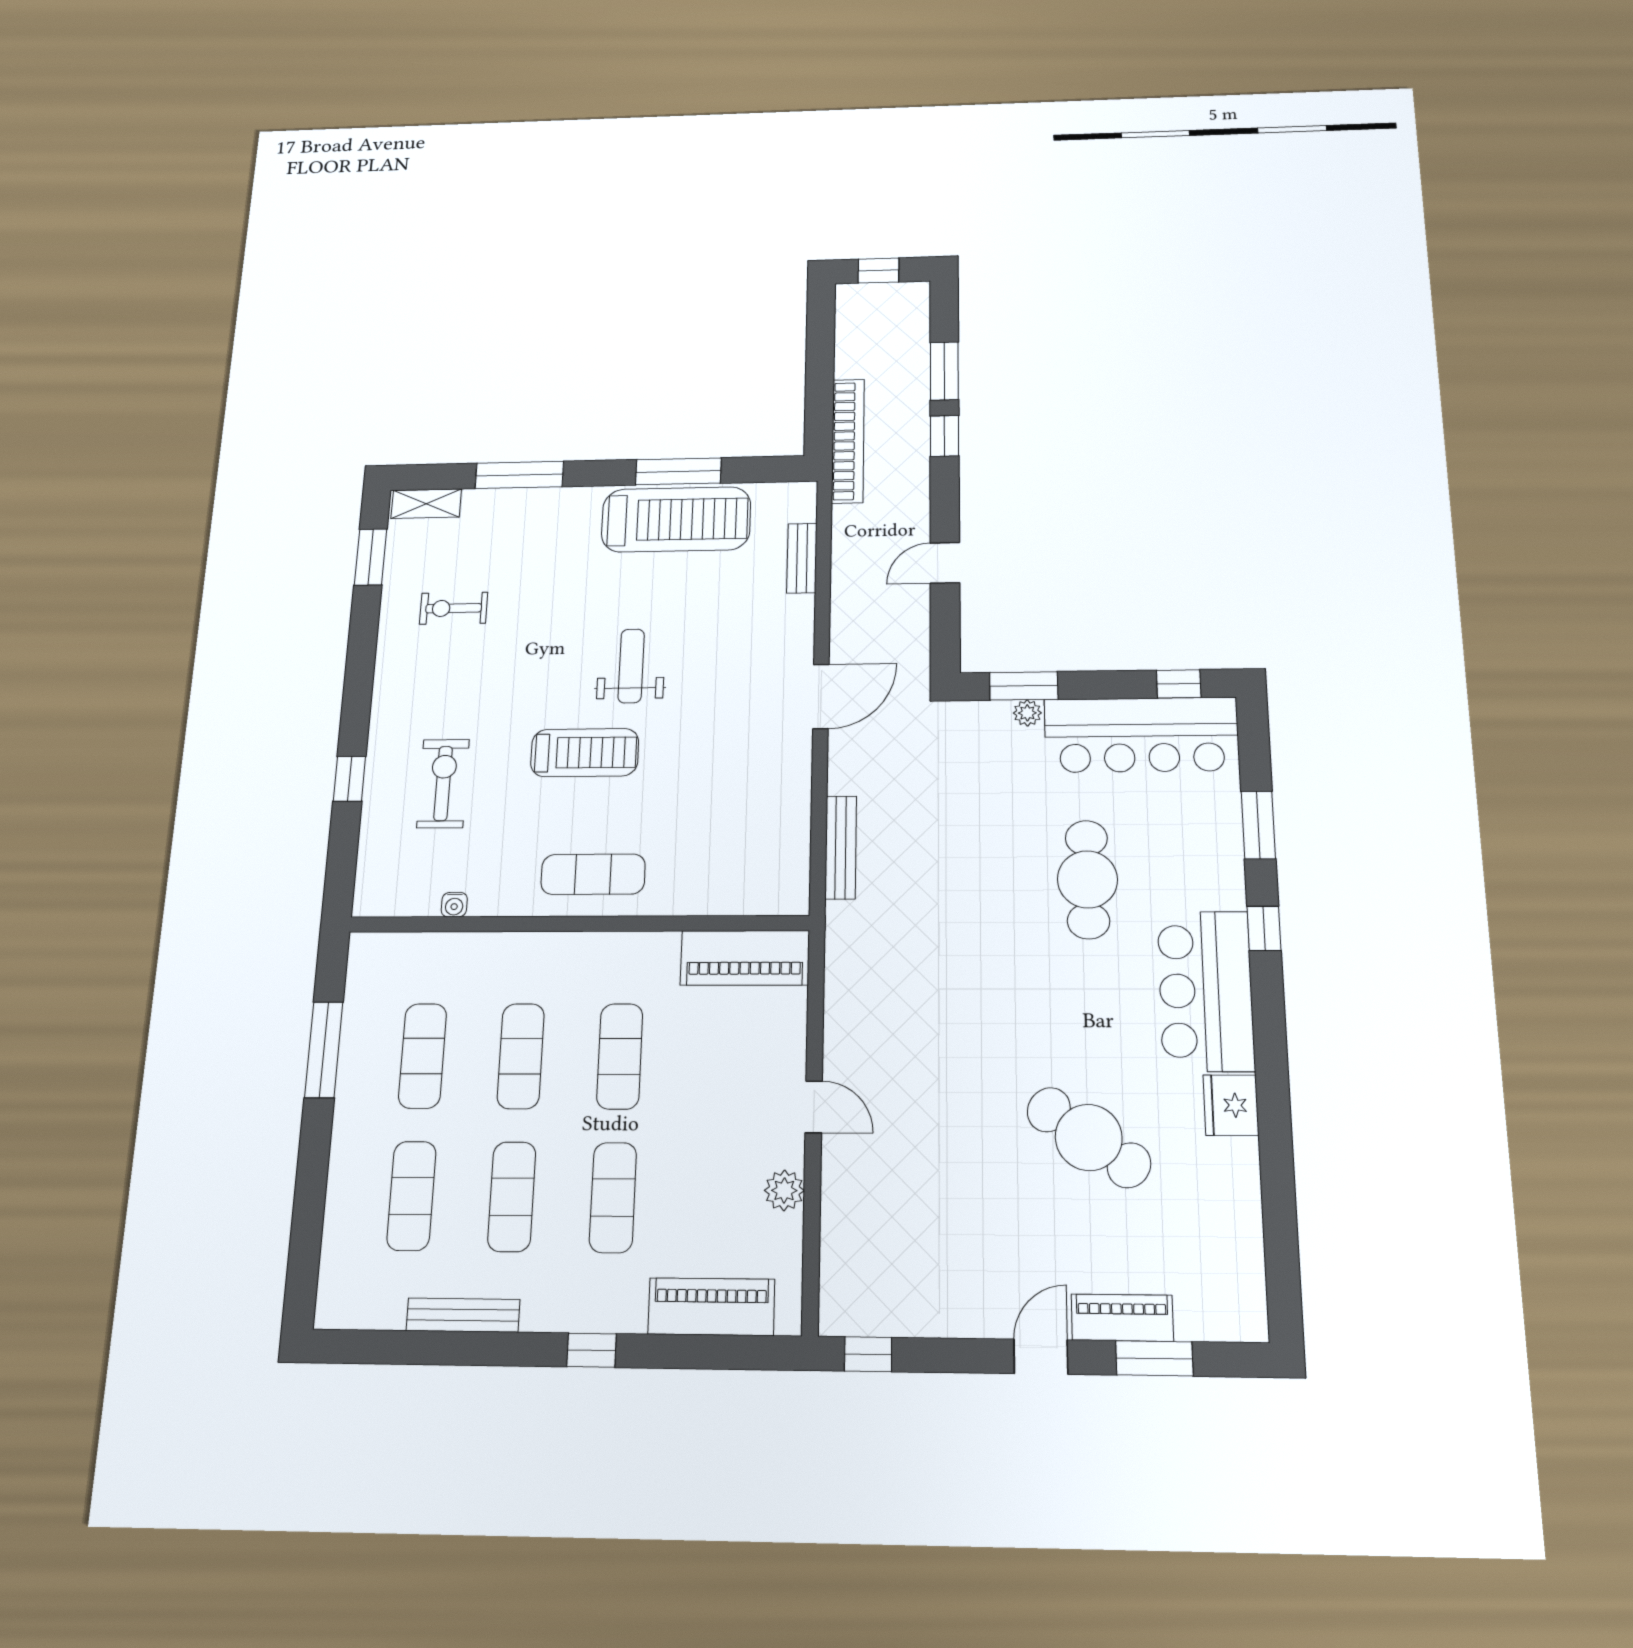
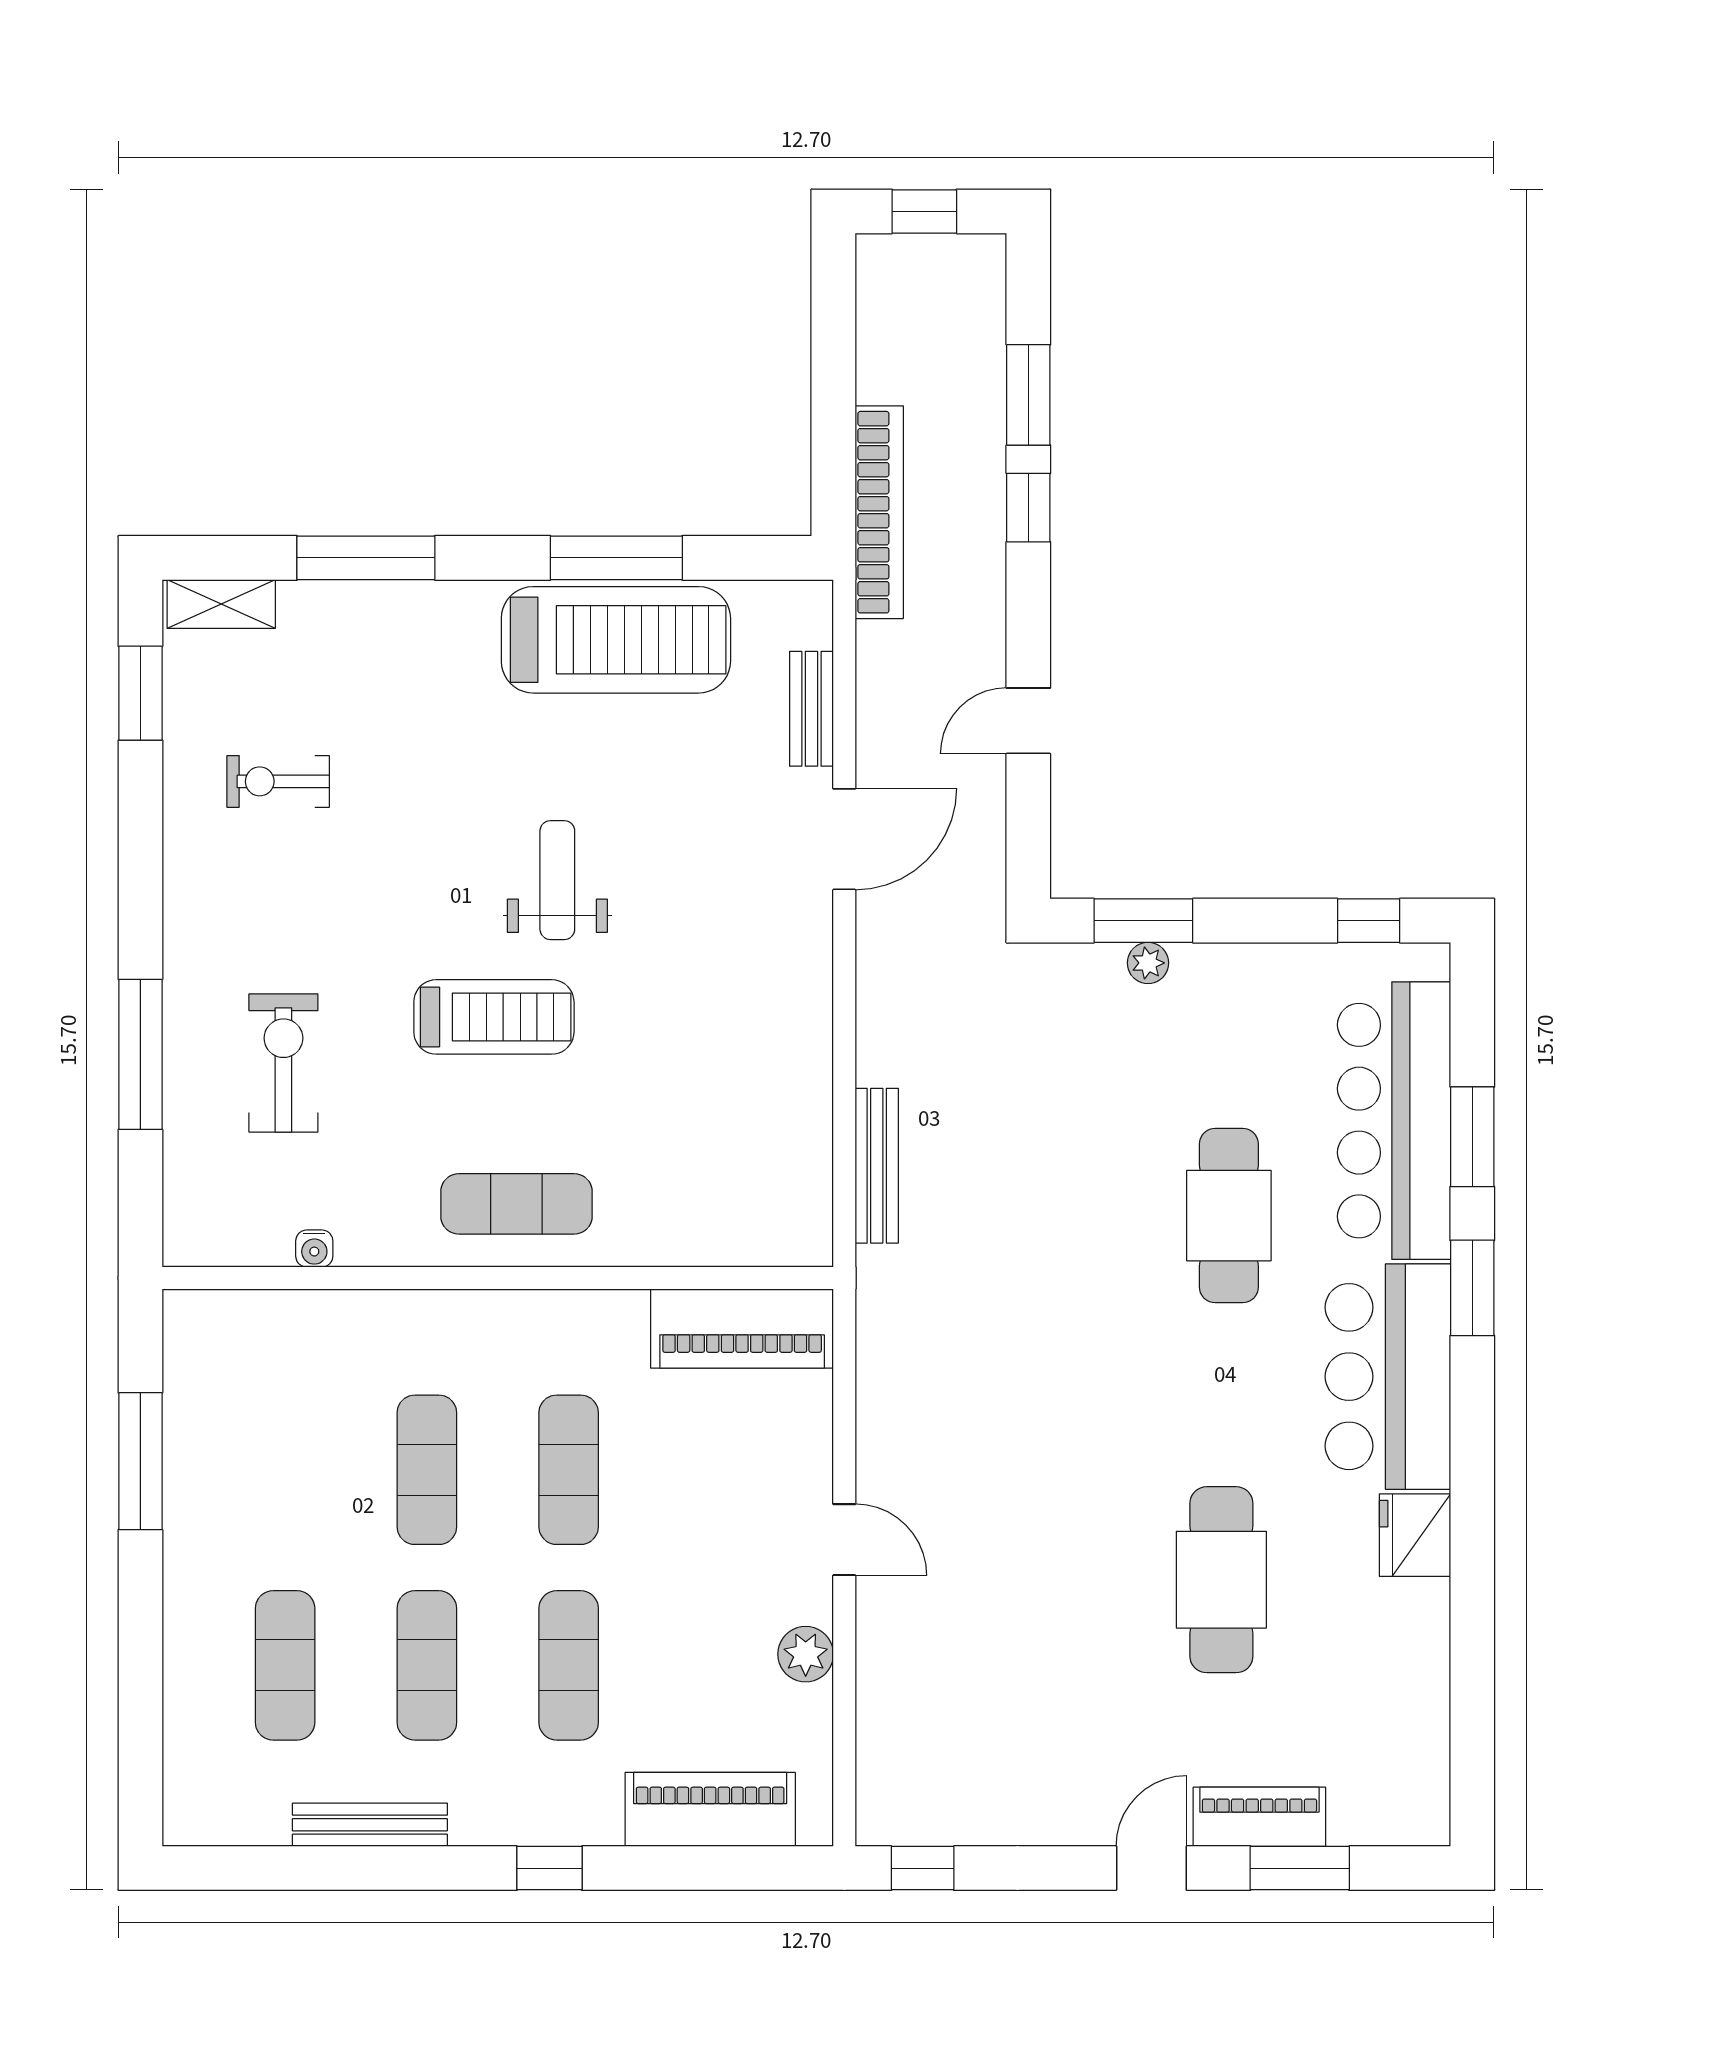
door: (821, 697) -> (844, 839), moved
bar counter: (1141, 735) -> (1394, 1121), moved, turned 90
window: (350, 779) -> (140, 1054), width x2.17
window: (1264, 928) -> (1472, 1288), width x1.50
exercise mat: (423, 1056) -> (285, 1470), removed
cafe table: (1089, 1137) -> (1221, 1580), turned 55

